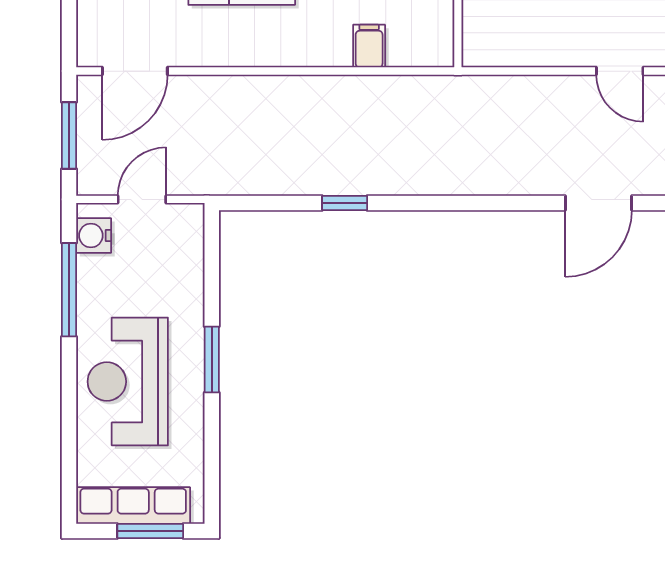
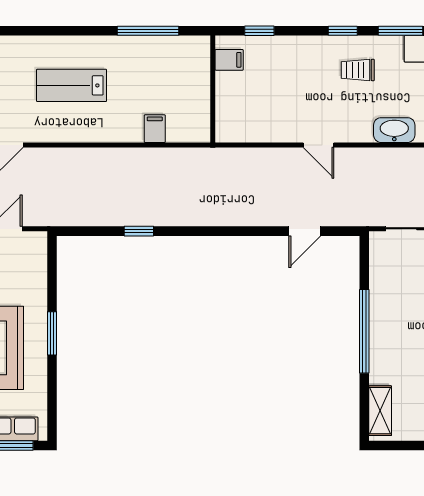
door: (599, 203) -> (305, 231), width x0.73

